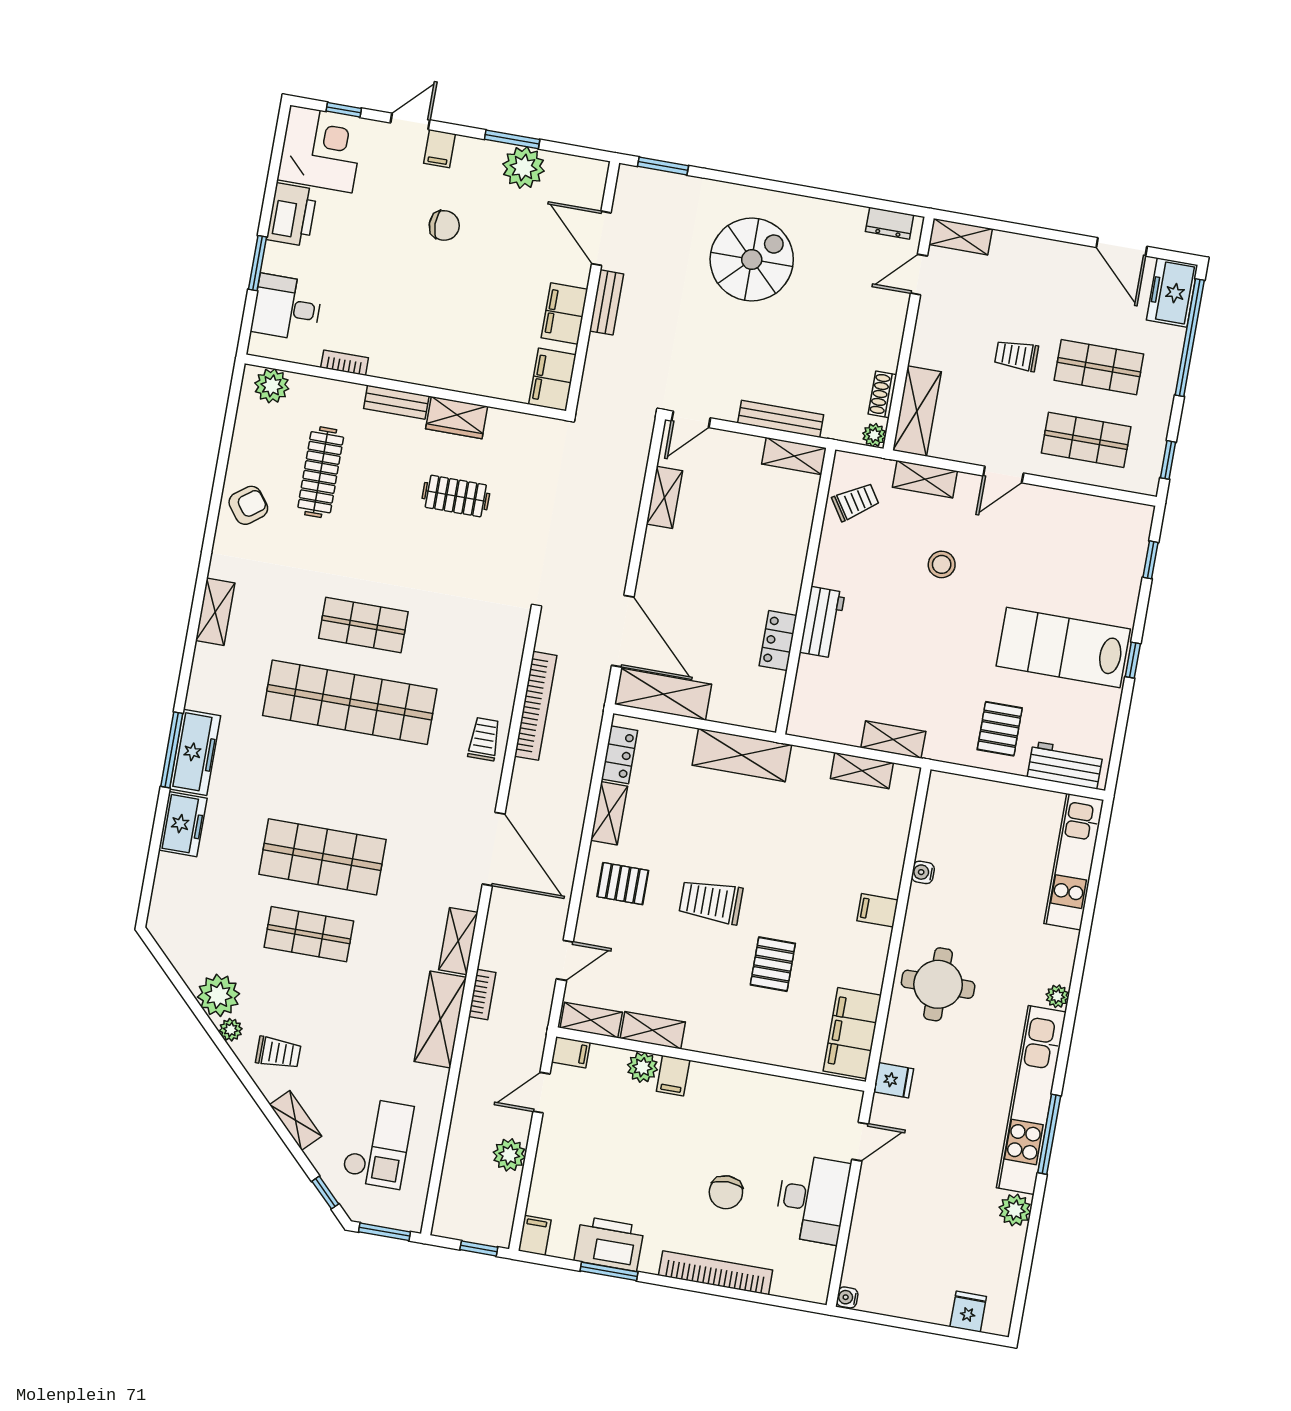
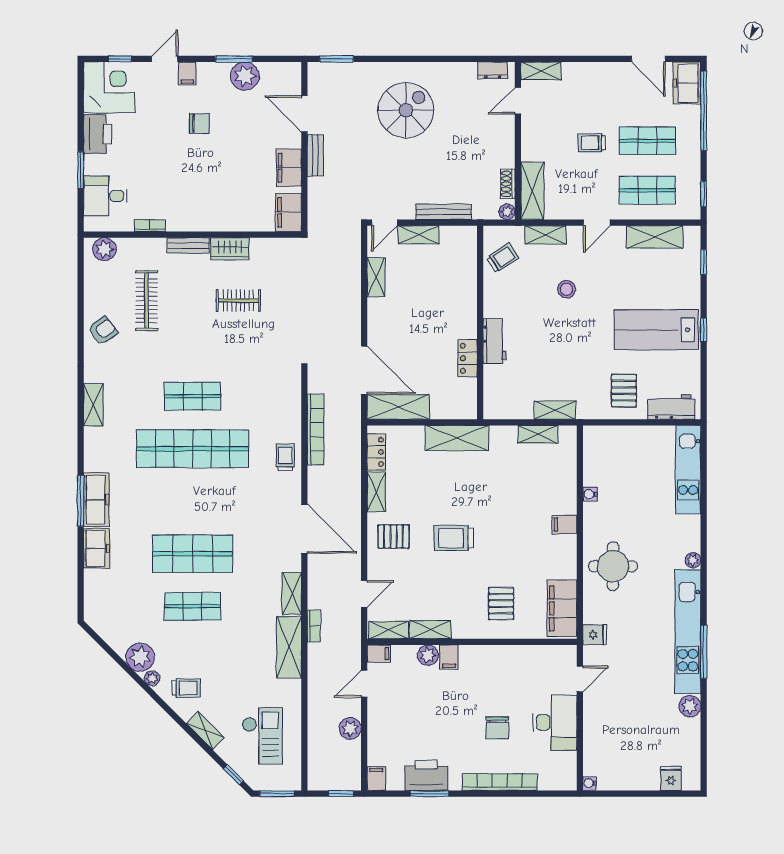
shelving: (794, 456) -> (418, 235), moved
shelving: (1085, 511) -> (655, 237), added
pallet: (773, 964) -> (501, 604), moved

